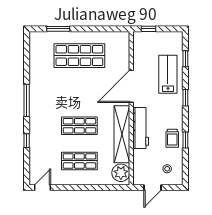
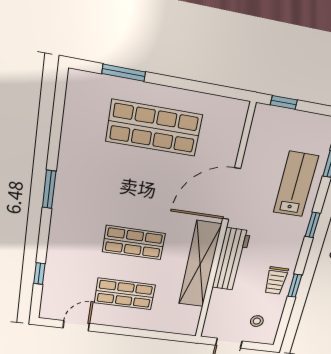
window: (27, 100) -> (49, 189), width x0.69
window: (27, 141) -> (39, 274), moved
plant: (121, 173) -> (186, 318), removed
door: (43, 188) -> (76, 326), moved

